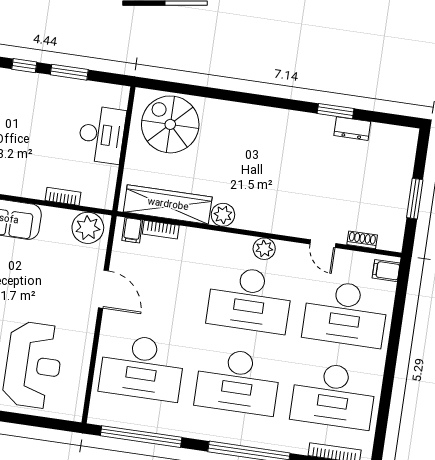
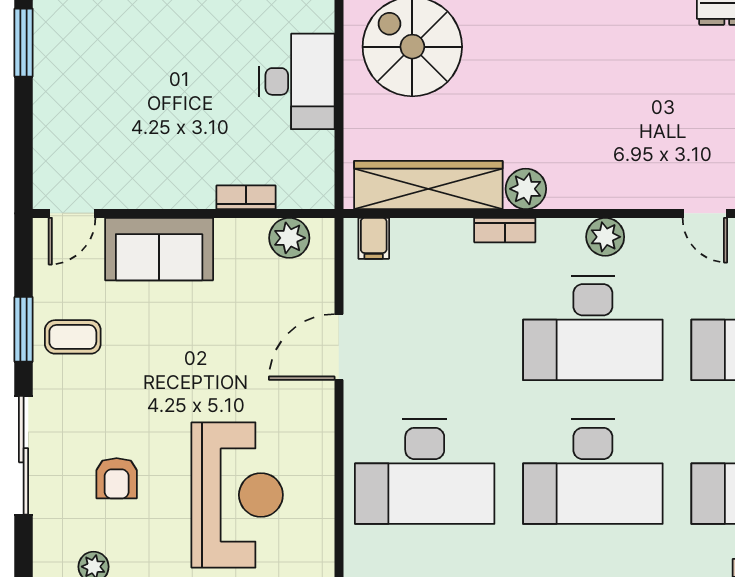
plant: (88, 228) -> (289, 238), width x0.73, depth x0.73
bookcase: (161, 230) -> (505, 230), moved
door: (103, 289) -> (339, 347), swing flipped

